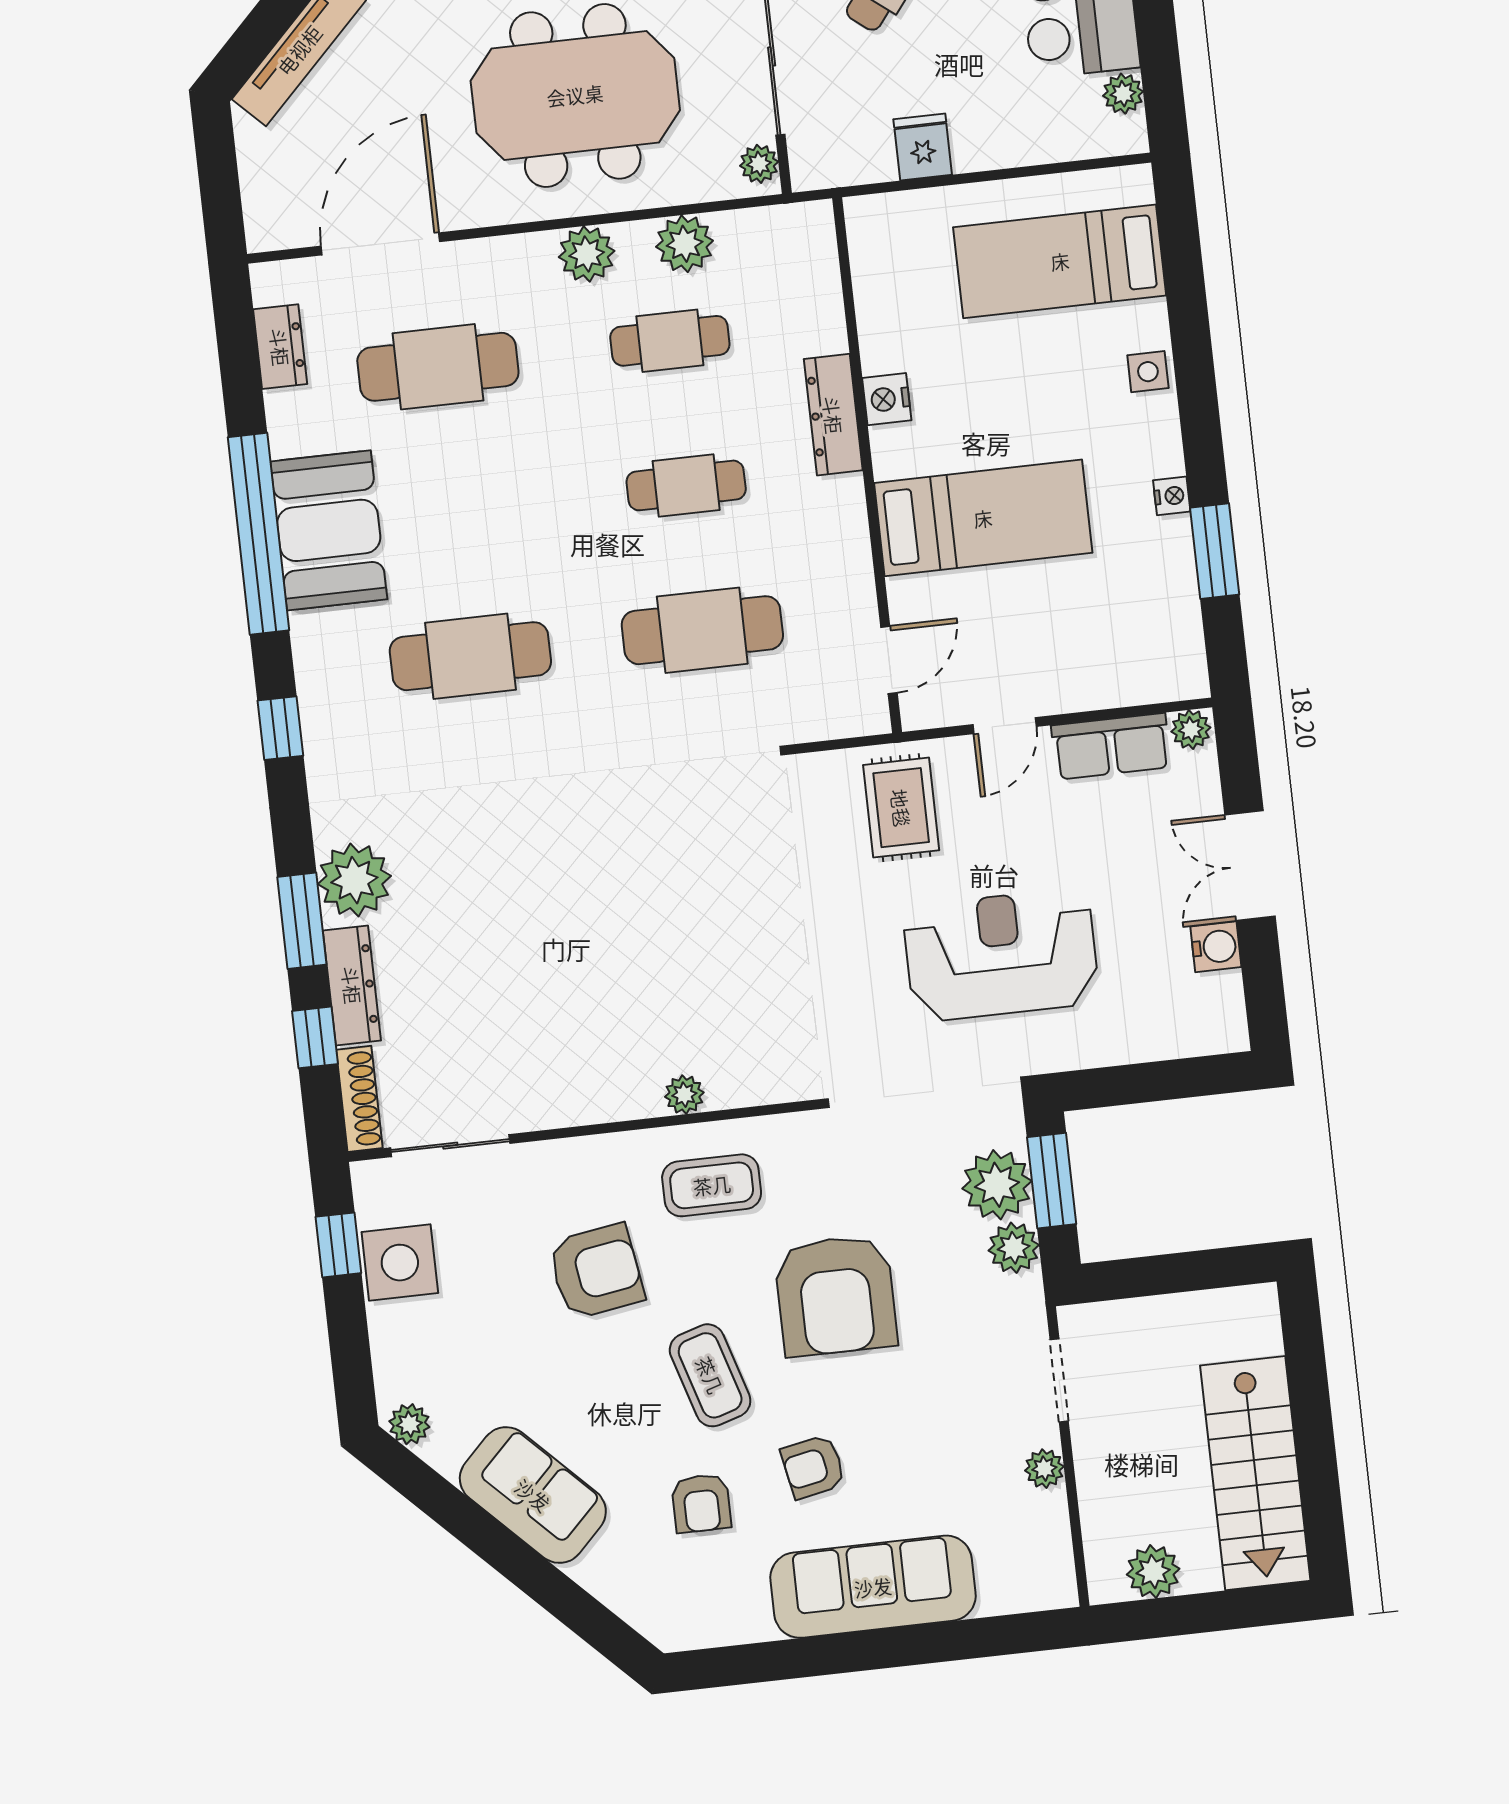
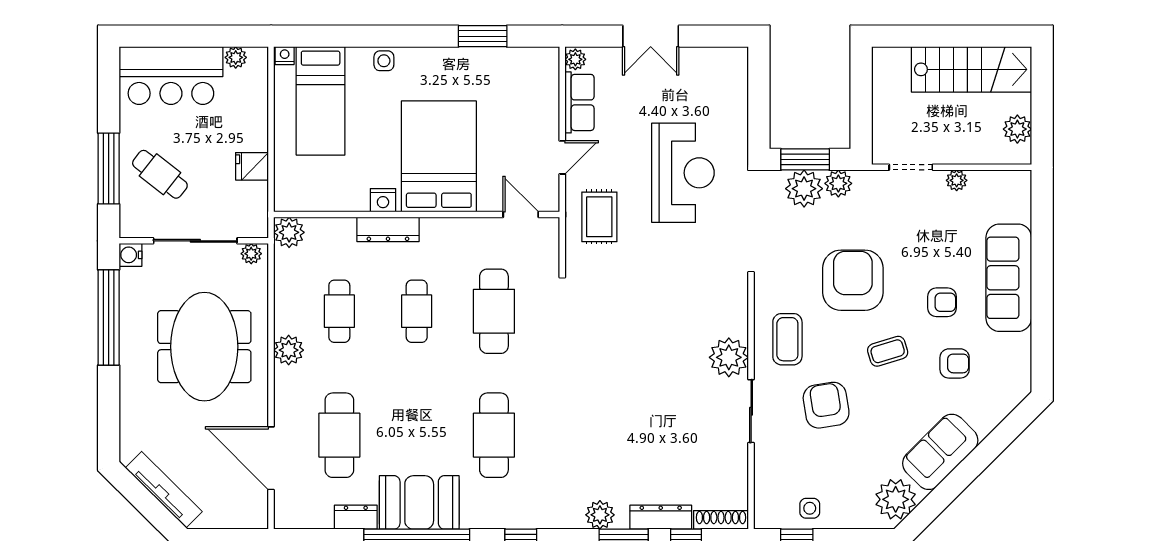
plant: (685, 244) -> (289, 232), moved
dresser: (280, 347) -> (356, 517), moved
nightstand: (1172, 496) -> (285, 56), moved
bed: (983, 518) -> (439, 156), width x1.50
door: (1005, 726) -> (562, 157), hinge flipped
rug: (901, 808) -> (599, 217), turned 90
plant: (354, 880) -> (600, 515), width x0.73, depth x0.73
water cooler: (1216, 947) -> (691, 59), removed
reception desk: (1001, 955) -> (683, 173), turned 180
plant: (684, 1095) -> (729, 357), width x1.88, depth x1.88
sliding door: (450, 1146) -> (751, 411), moved
side table: (400, 1263) -> (810, 508), width x0.54, depth x0.54
armchair: (836, 1295) -> (853, 280), turned -90
coffee table: (710, 1375) -> (888, 351), width x0.73, depth x0.77
plant: (409, 1424) -> (896, 499), width x1.87, depth x1.87
armchair: (813, 1467) -> (942, 302), turned -79

